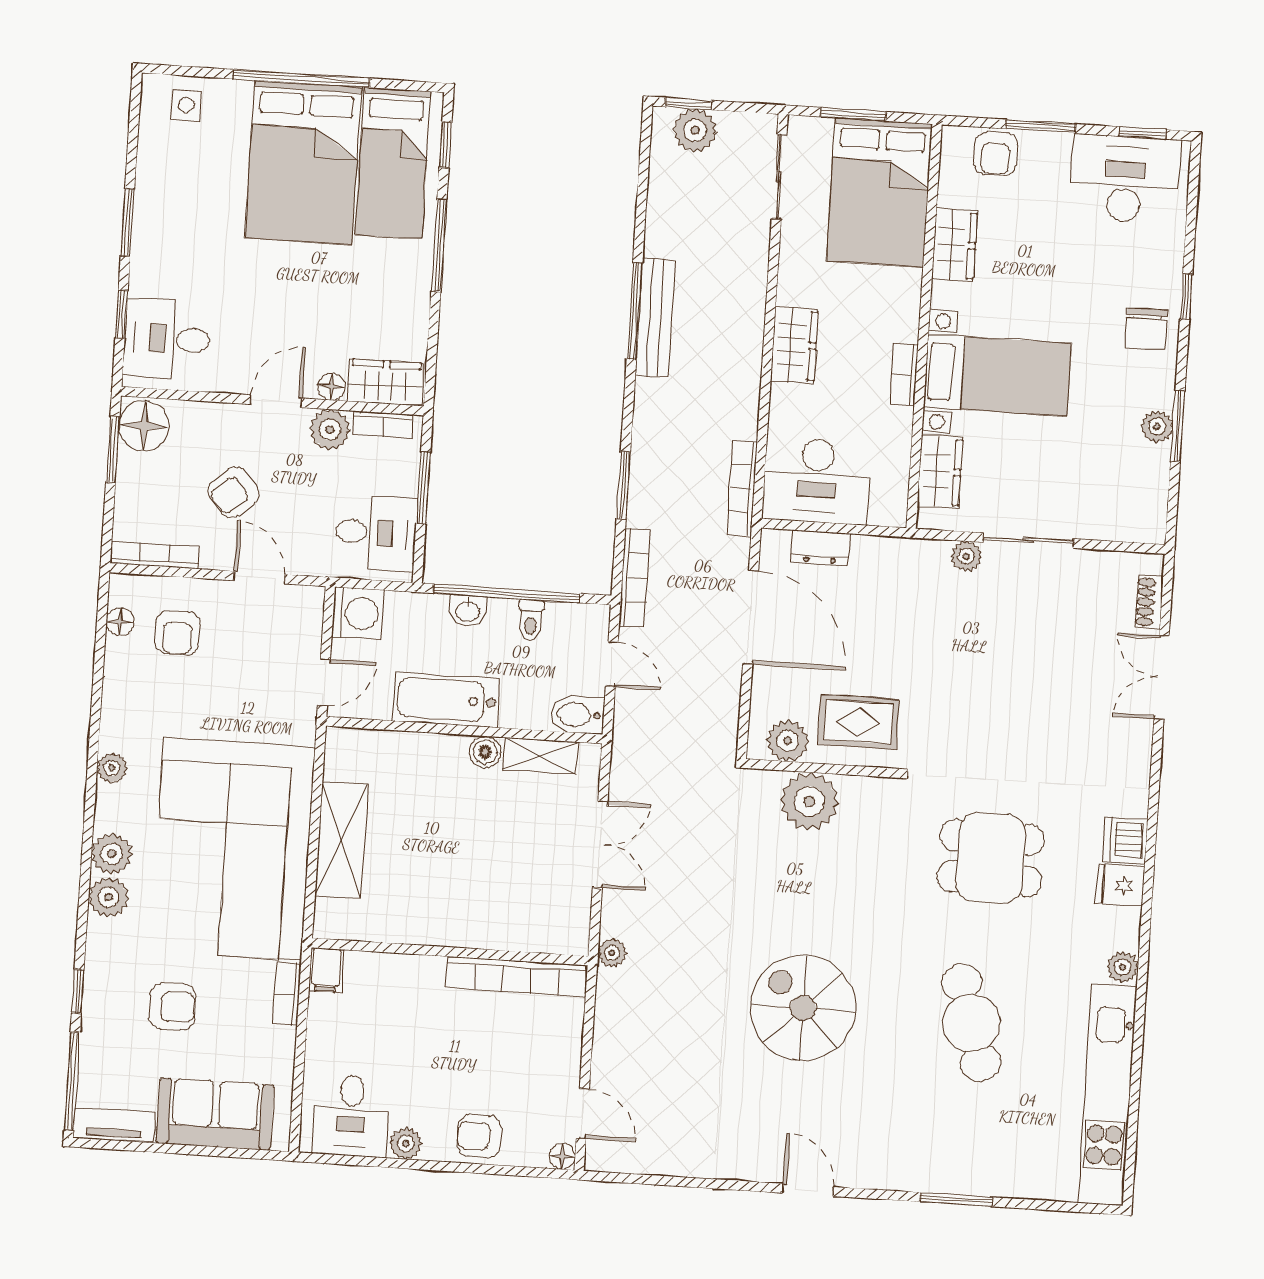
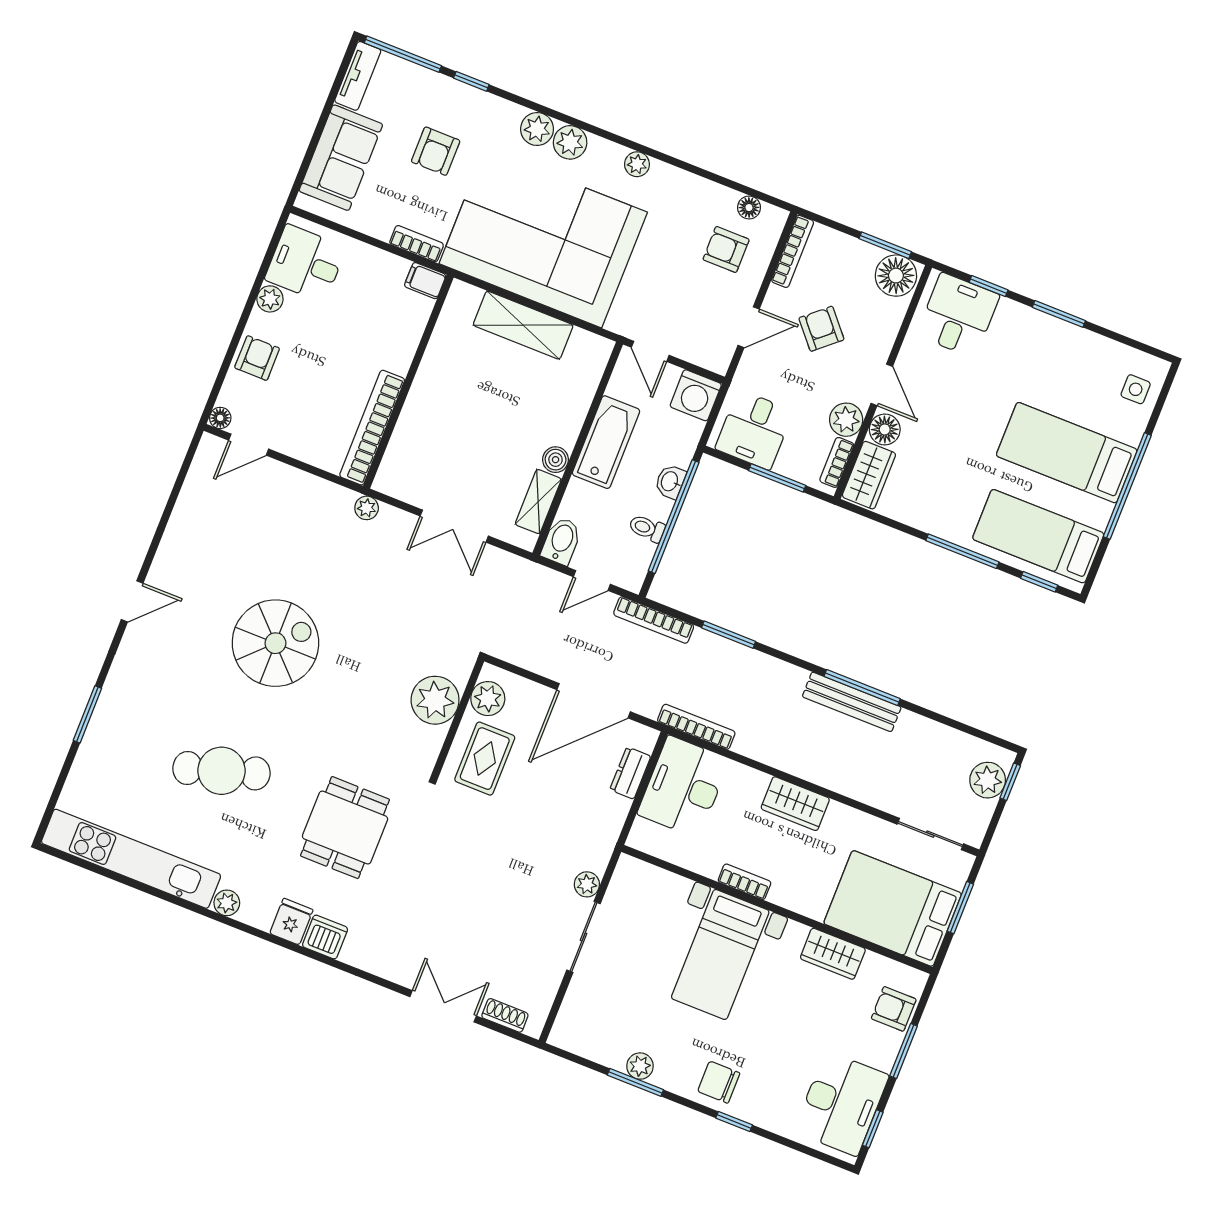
bed: (303, 163) -> (1067, 453), width x0.67
floor lamp: (332, 387) -> (885, 429), width x1.37, depth x1.37
wardrobe: (940, 472) -> (660, 885), removed

